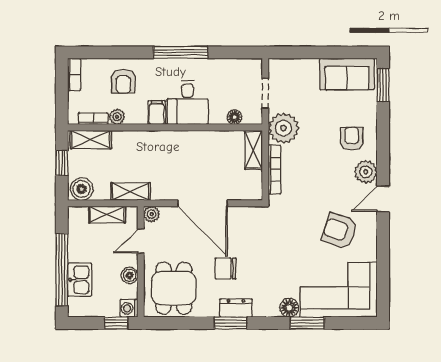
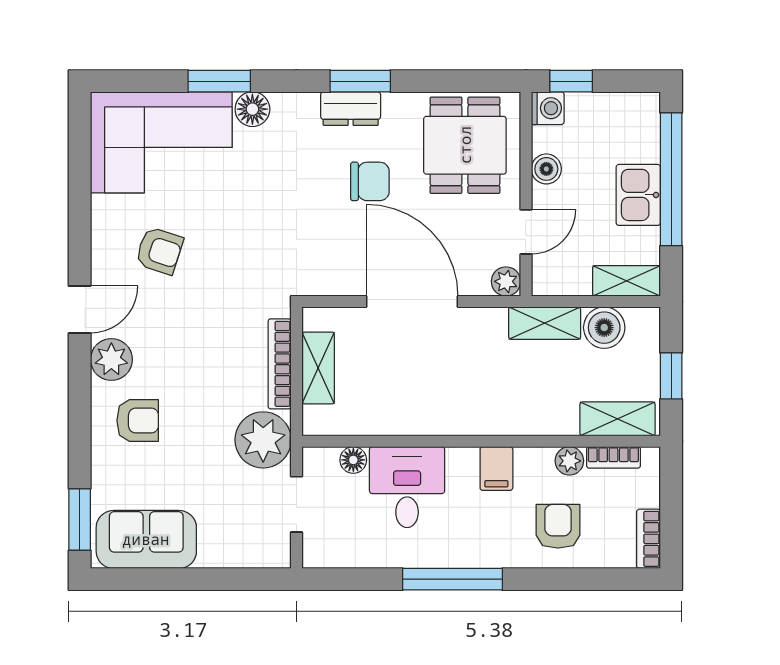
desk: (188, 102) -> (407, 487), moved
armchair: (352, 139) -> (138, 421), turned -90
shelving: (254, 150) -> (318, 368), moved
boiler: (82, 189) -> (604, 328), moved
shelving: (107, 215) -> (626, 281), moved
armchair: (340, 231) -> (159, 251), width x0.72, depth x0.72
kitchen sink: (80, 280) -> (638, 195), moved

